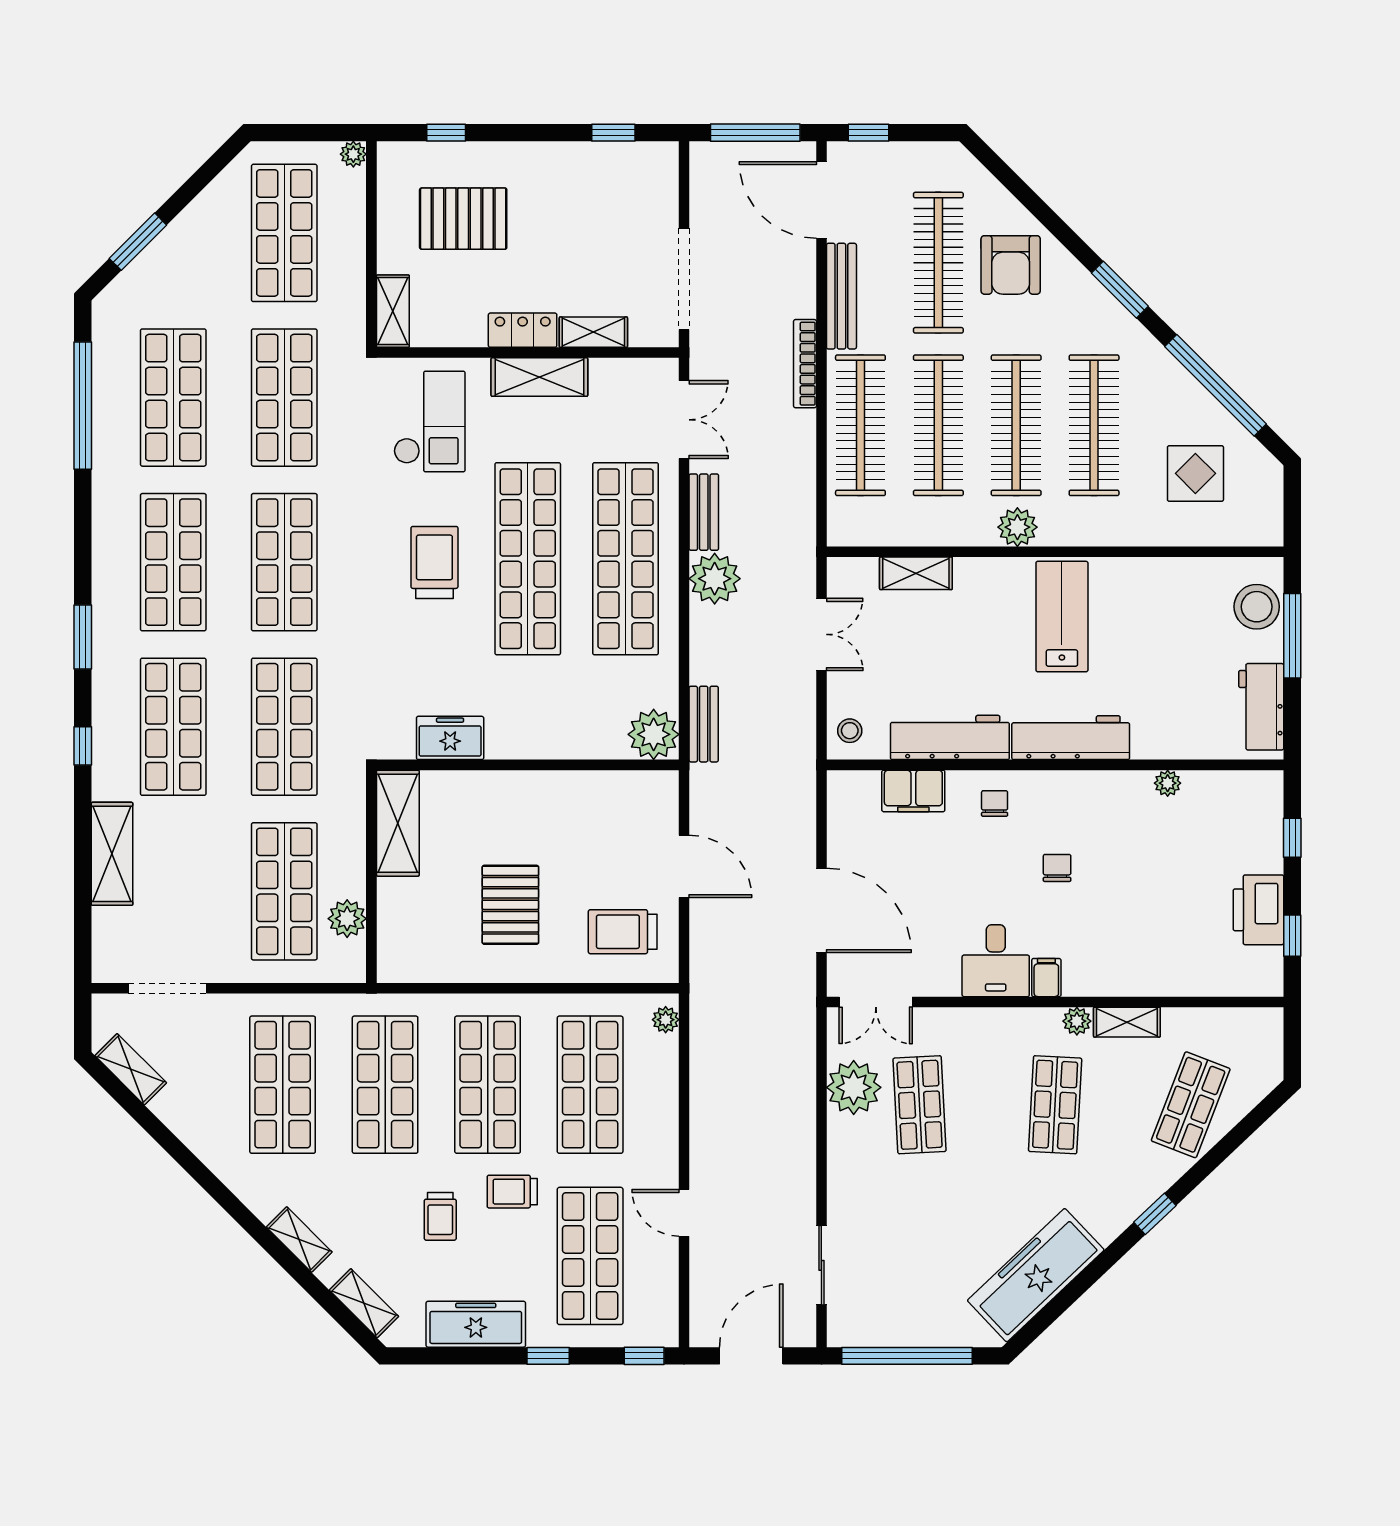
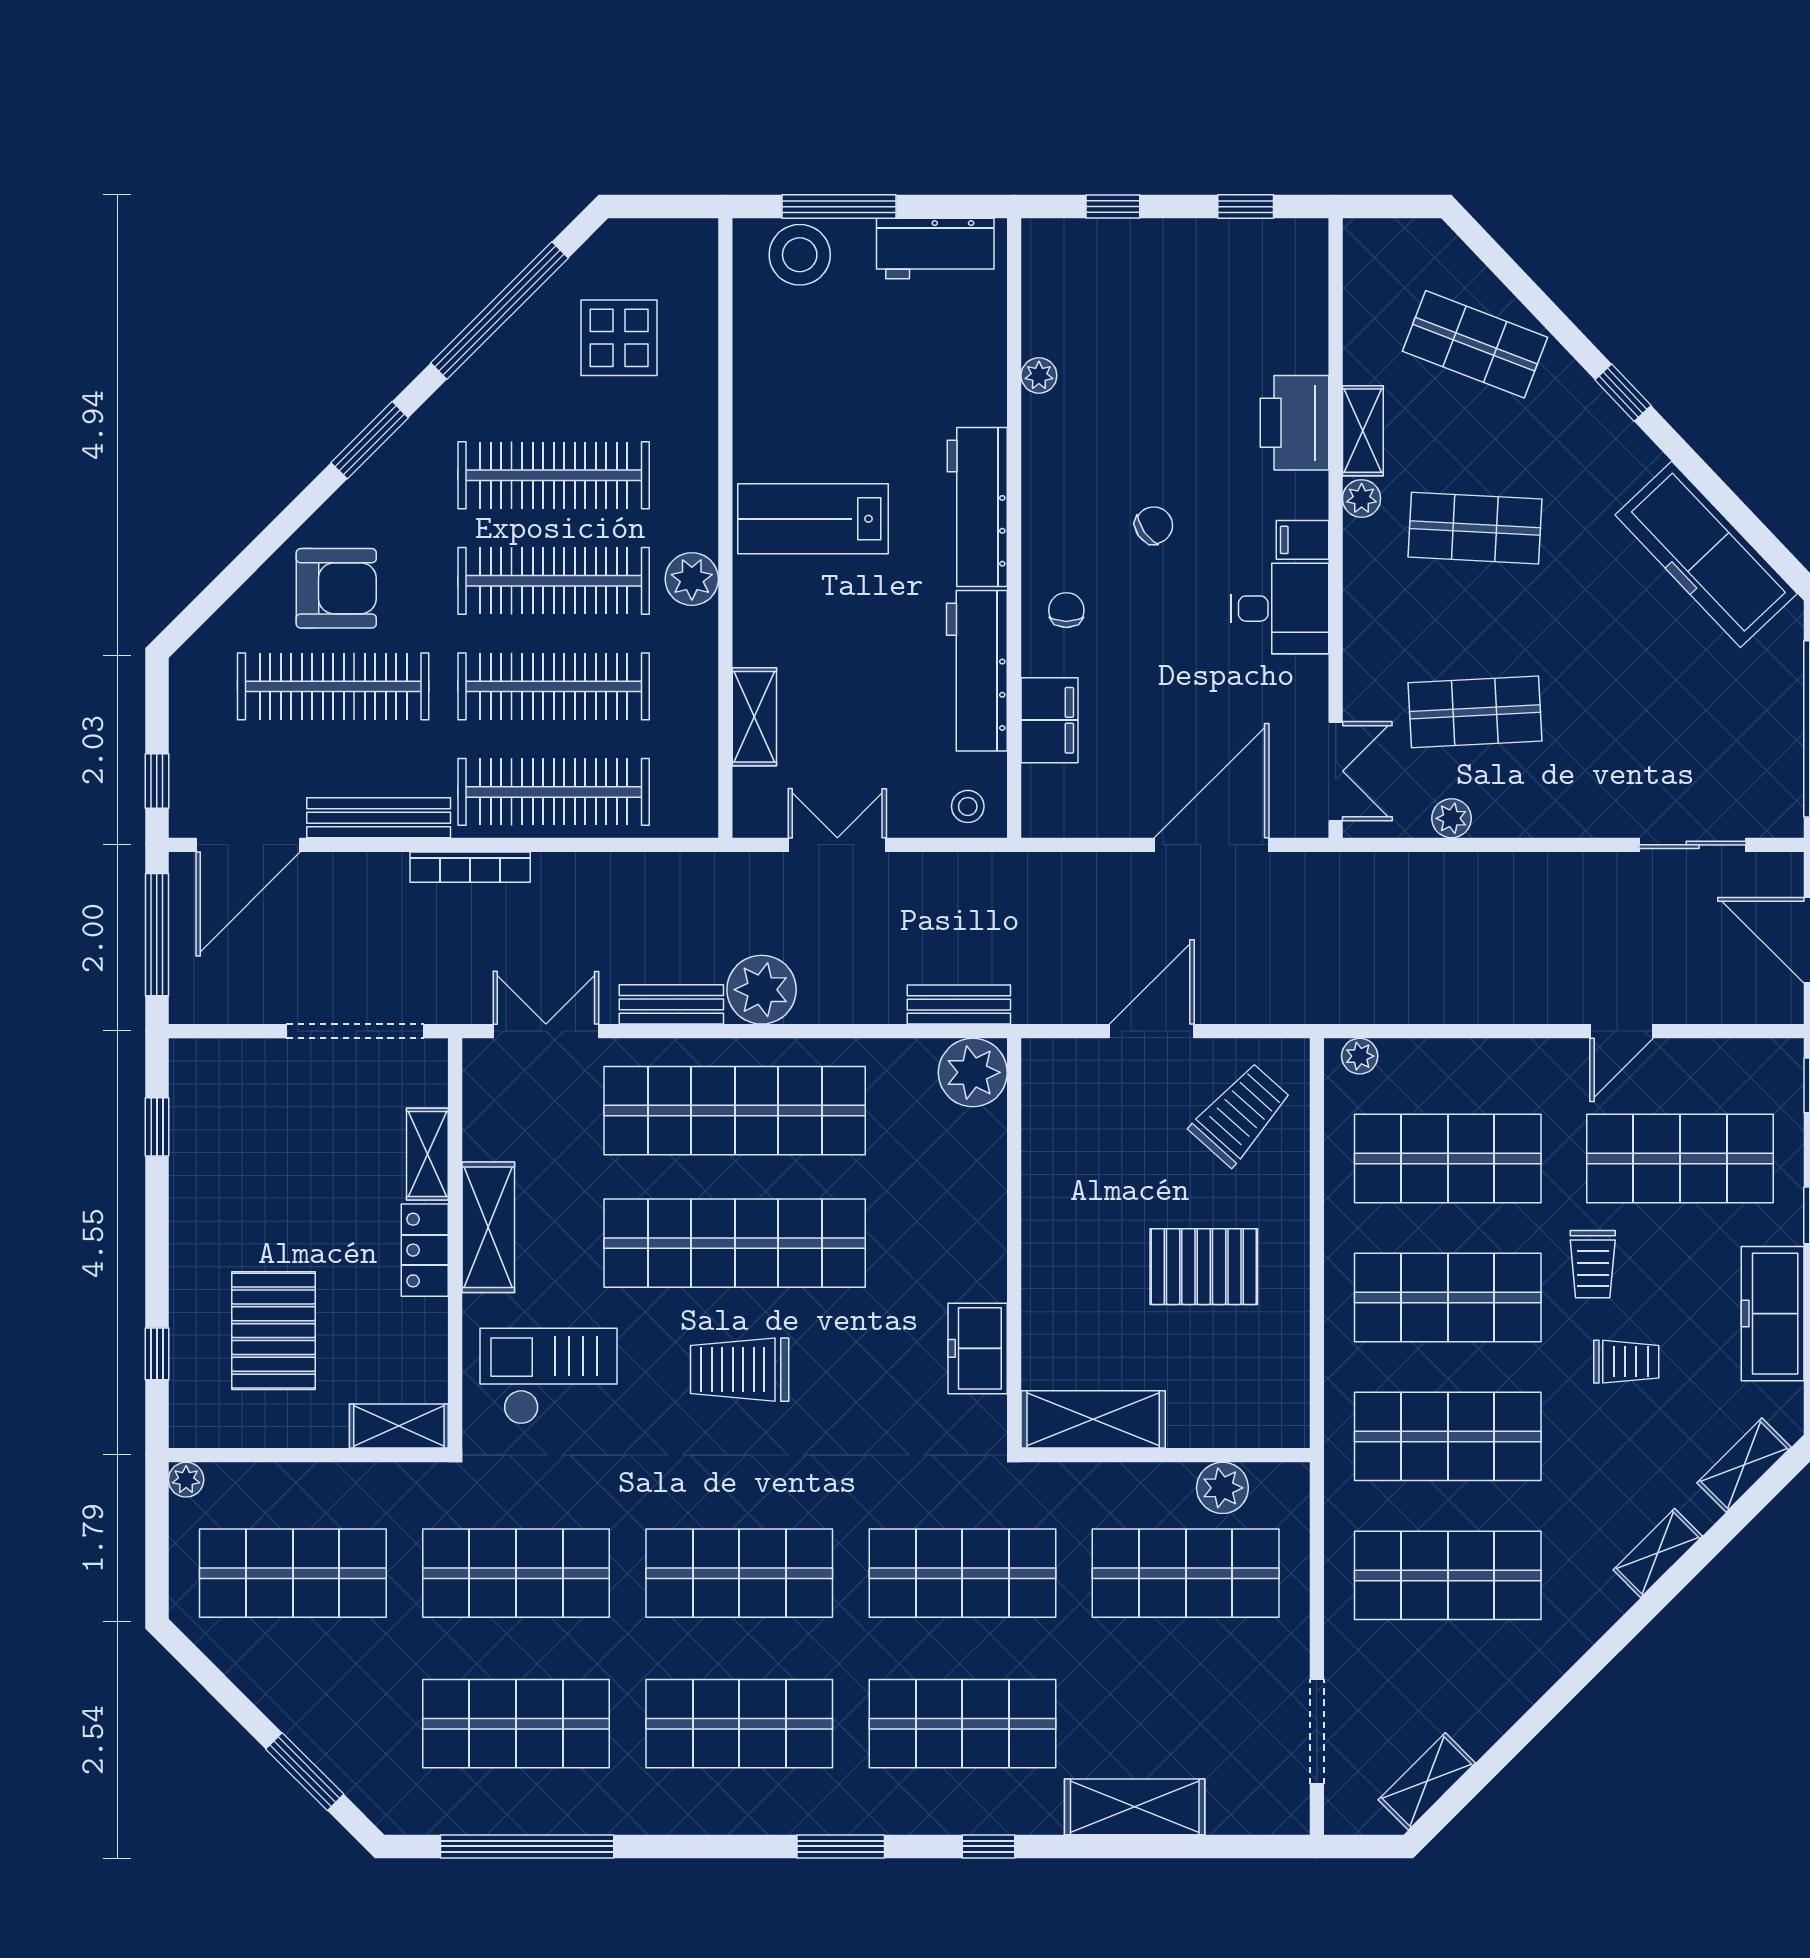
chair: (995, 803) -> (1066, 610), turned 90
chair: (1057, 868) -> (1154, 525), turned 145
printer: (1258, 910) -> (1295, 423), moved, turned 90
trolley: (623, 932) -> (1240, 1114), turned -138
plant: (854, 1087) -> (1451, 818), width x0.53, depth x0.53

